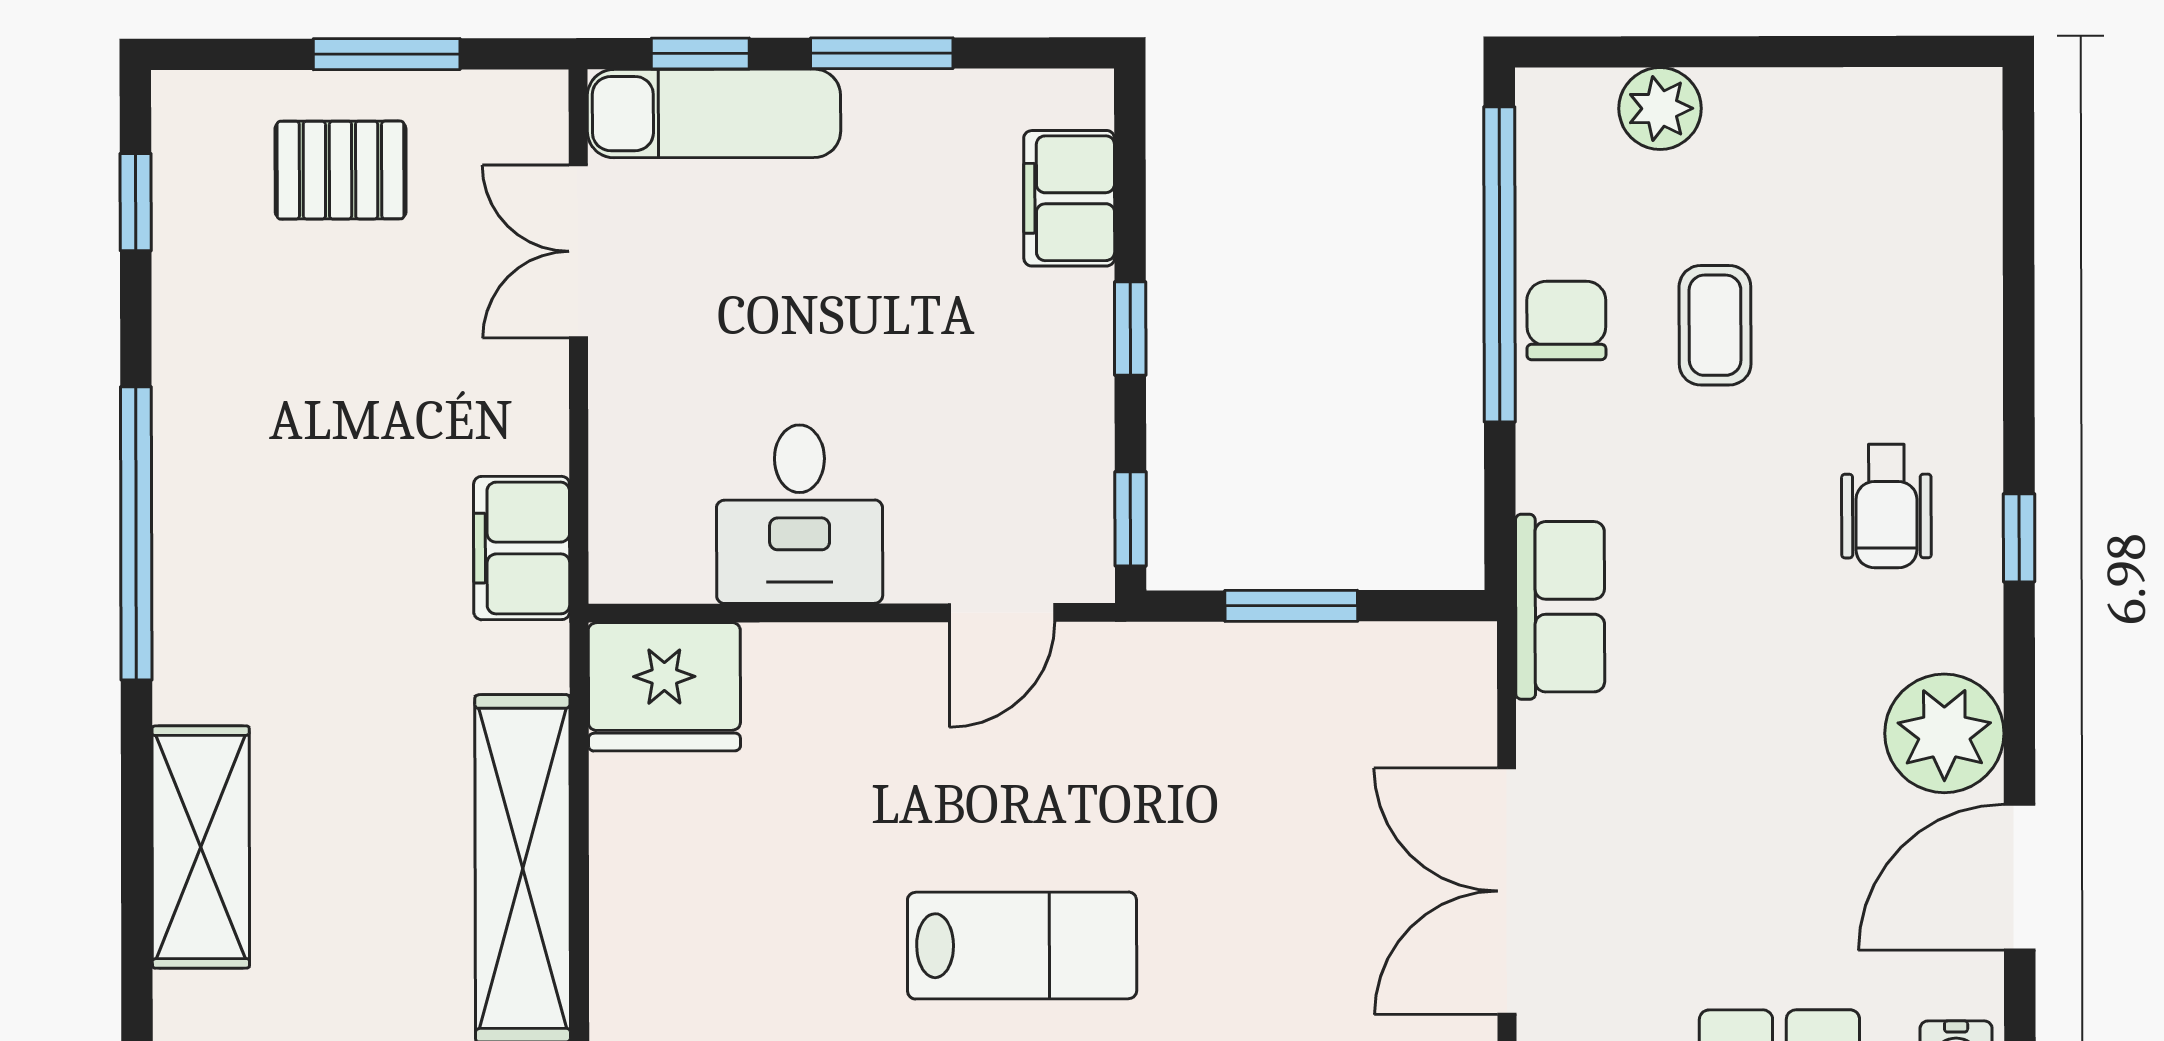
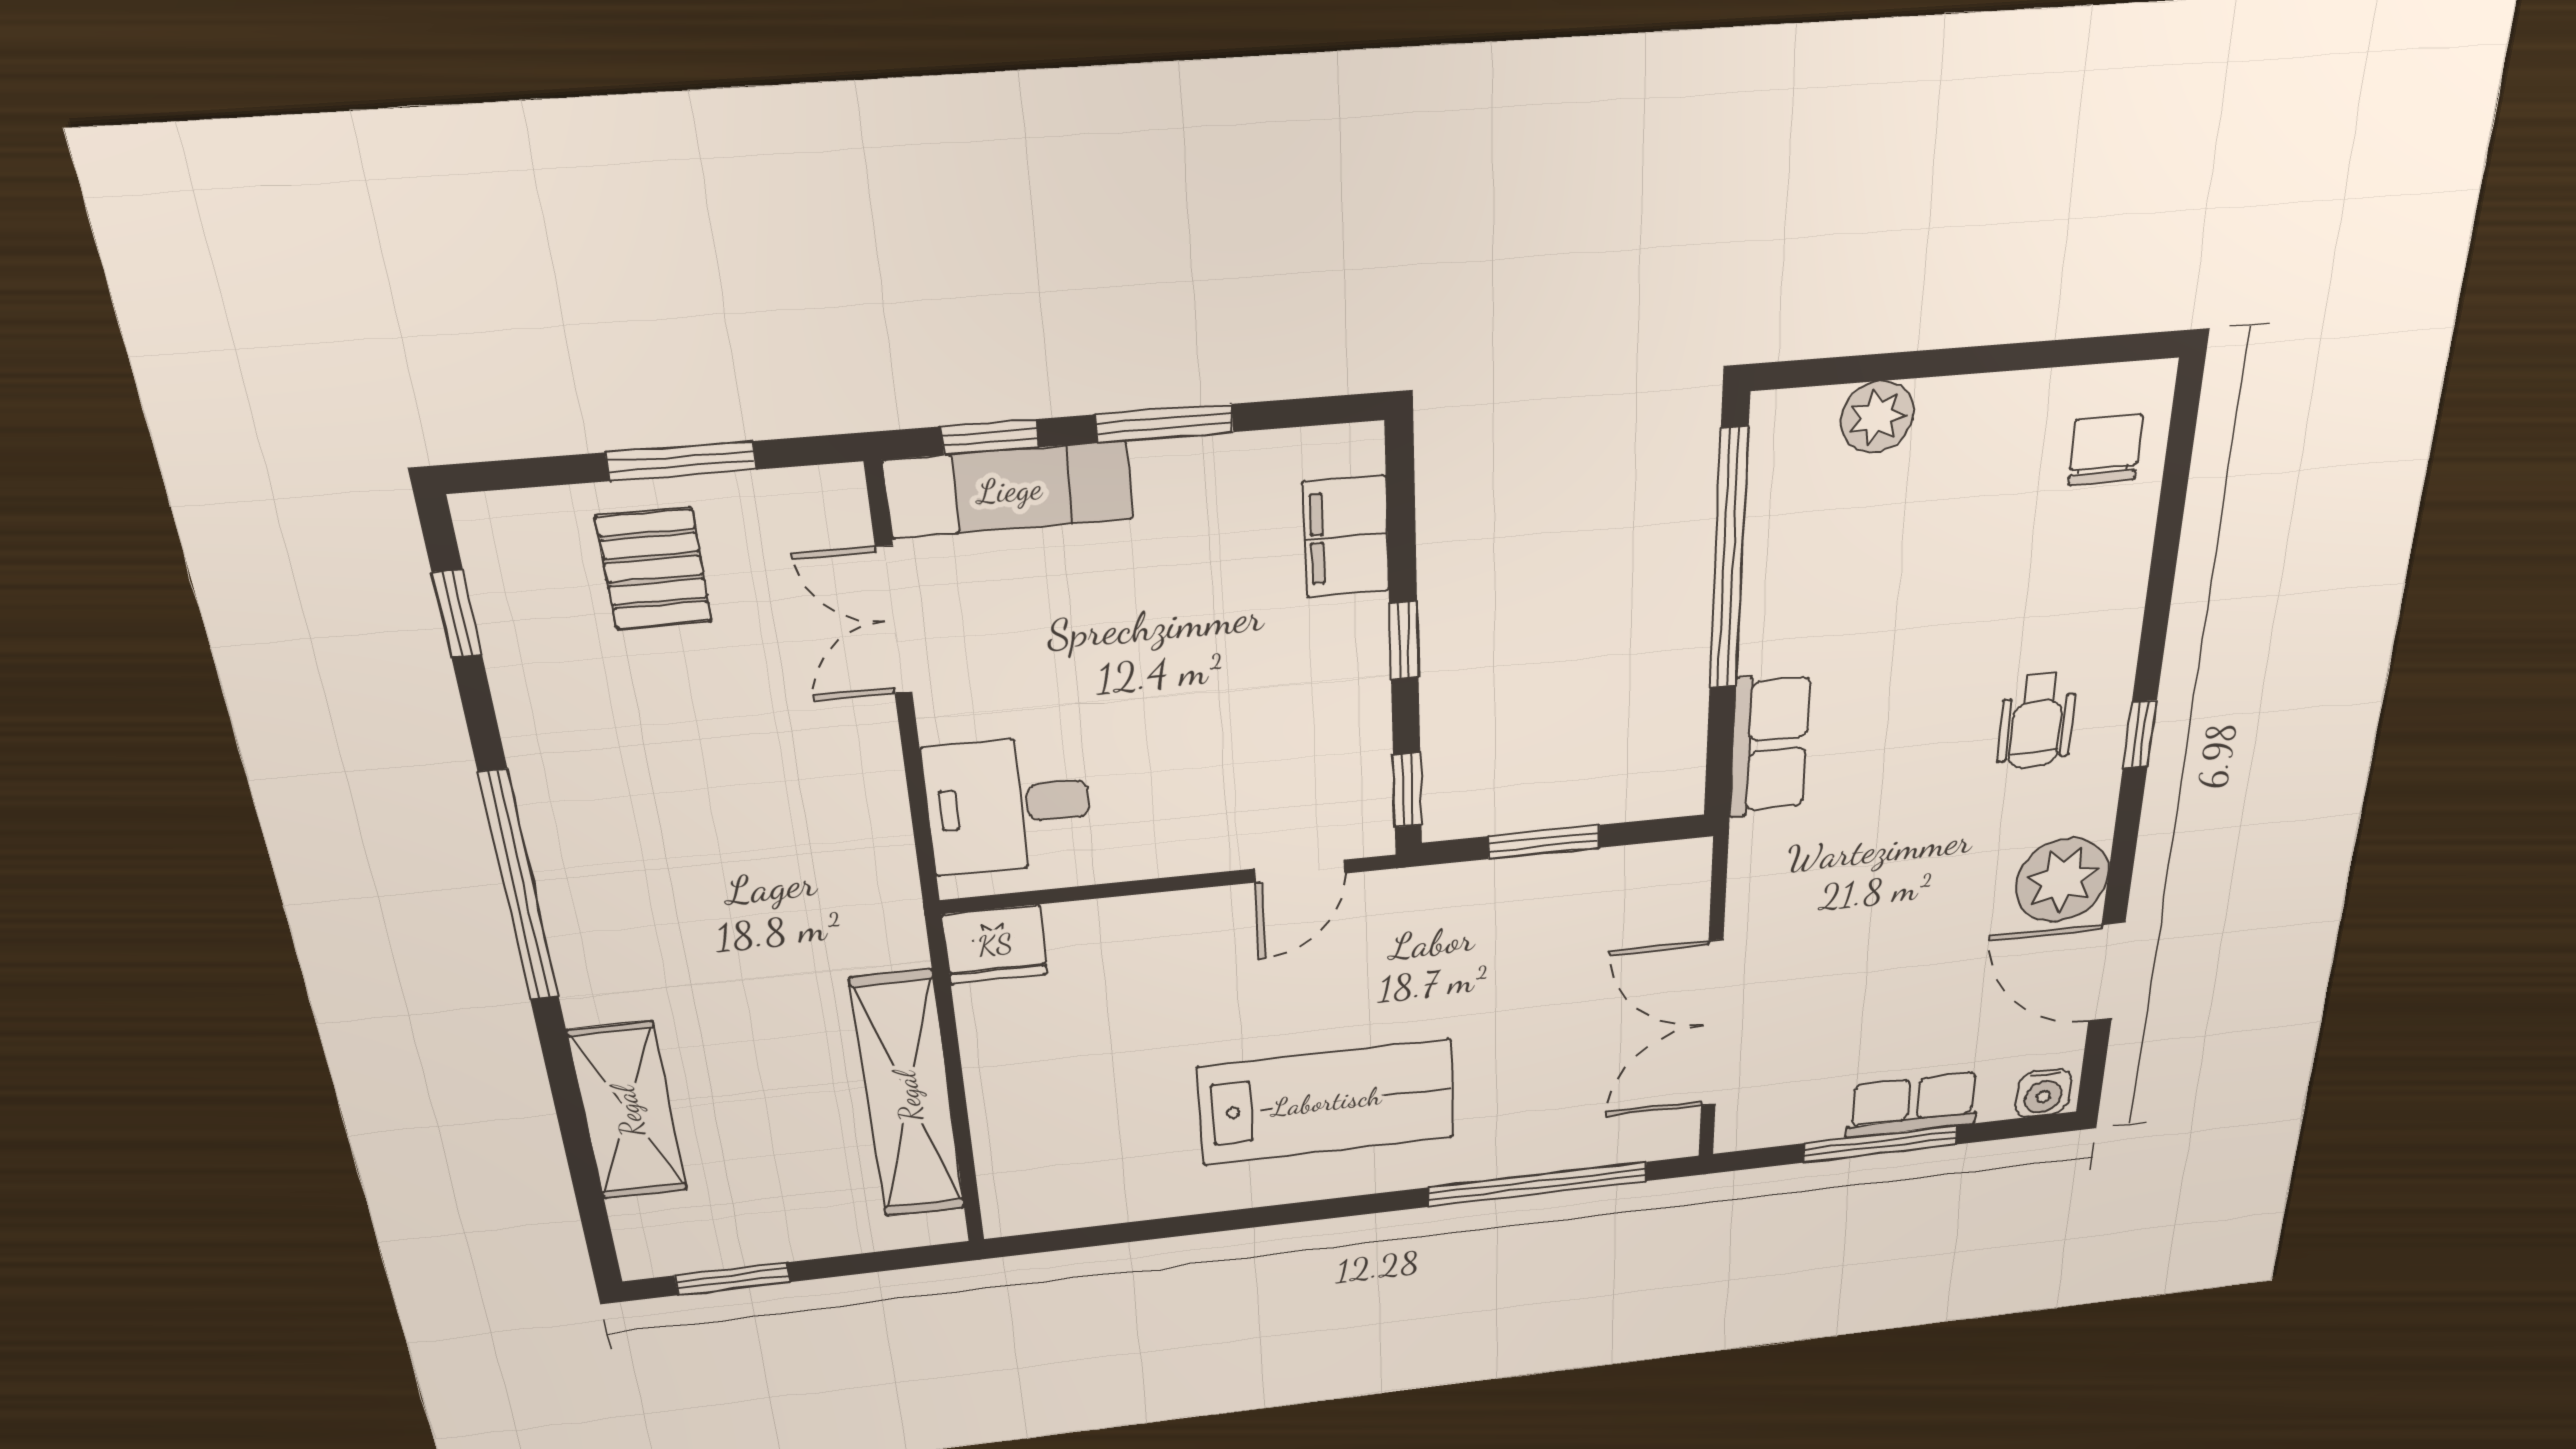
pallet: (341, 170) -> (654, 569), turned 90
chair: (1566, 321) -> (2105, 450), moved
coffee table: (1715, 325) -> (1910, 593), removed
desk: (799, 514) -> (1008, 805), moved, turned 90
filing cabinet: (522, 548) -> (874, 864), removed
row of seats: (1560, 607) -> (1770, 745), moved
fridge: (664, 687) -> (995, 945), width x0.73, depth x0.75
door: (2020, 877) -> (2107, 972), hinge flipped
lab bench: (1022, 946) -> (1327, 1102), width x1.36, depth x1.39

